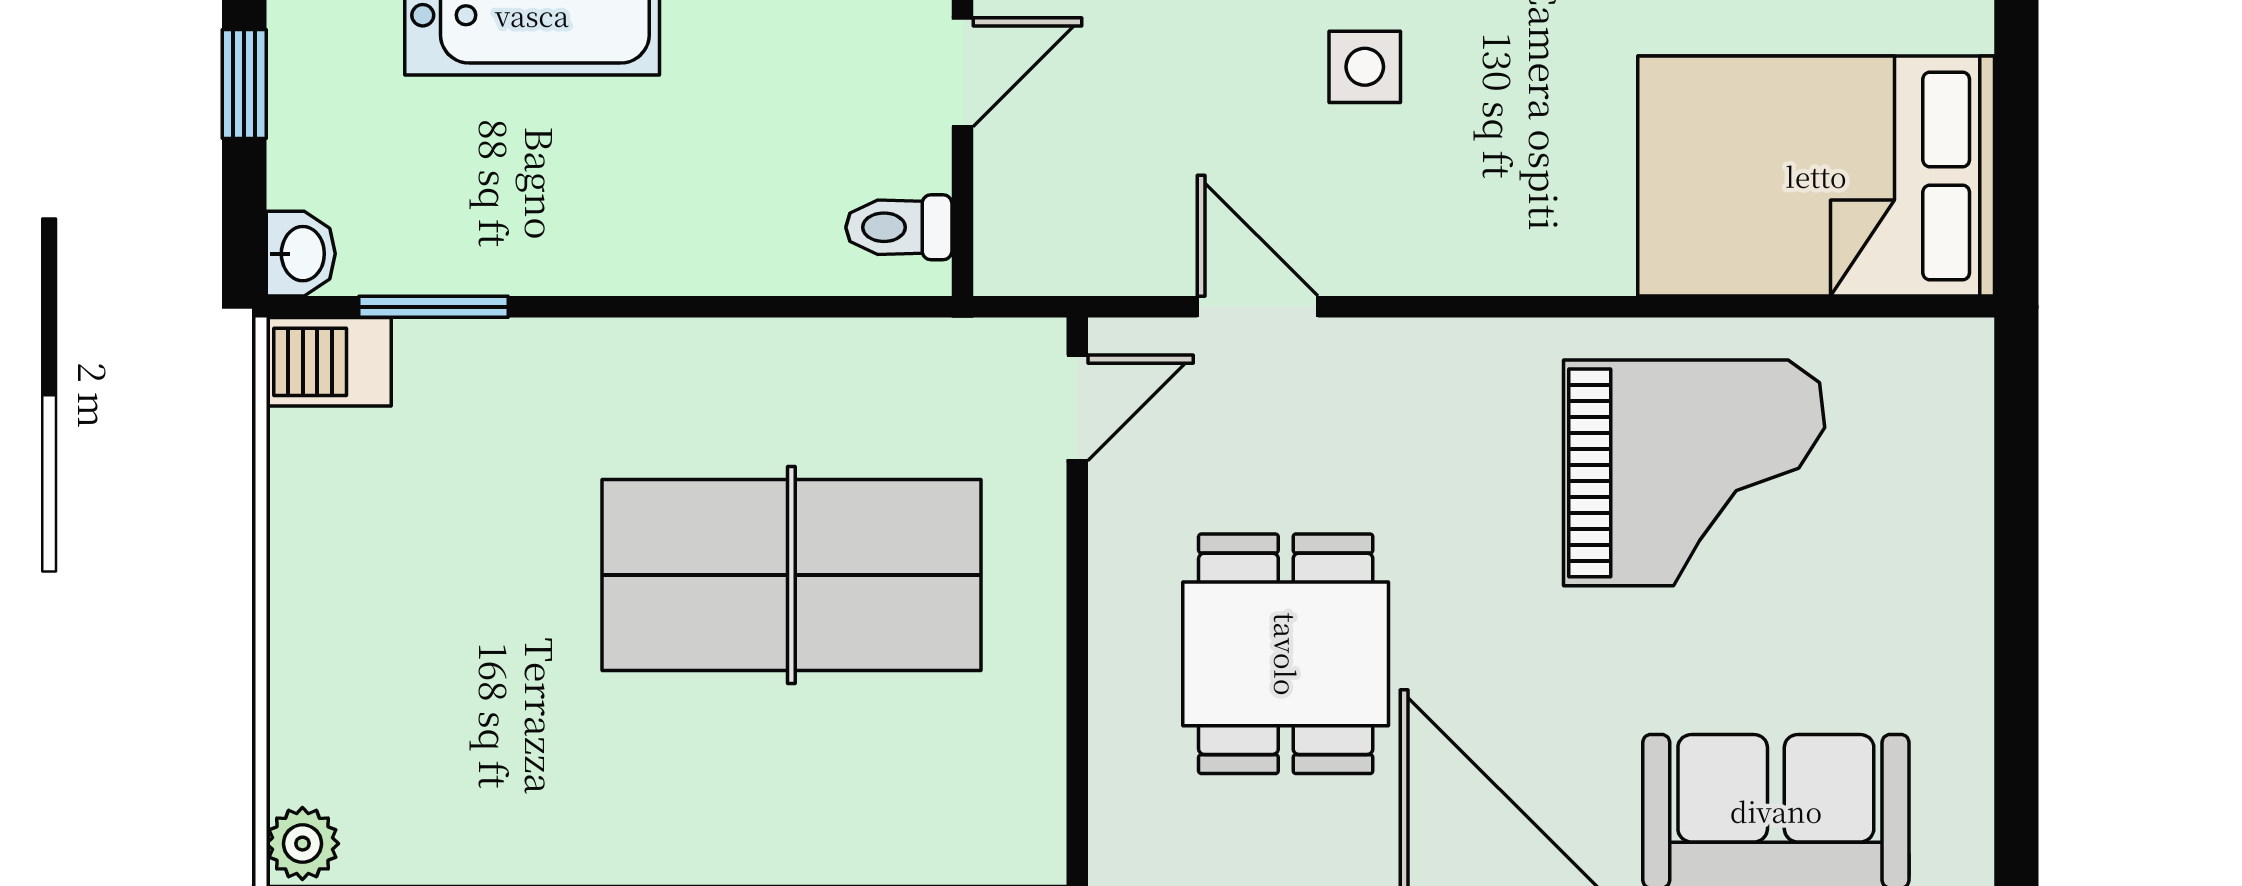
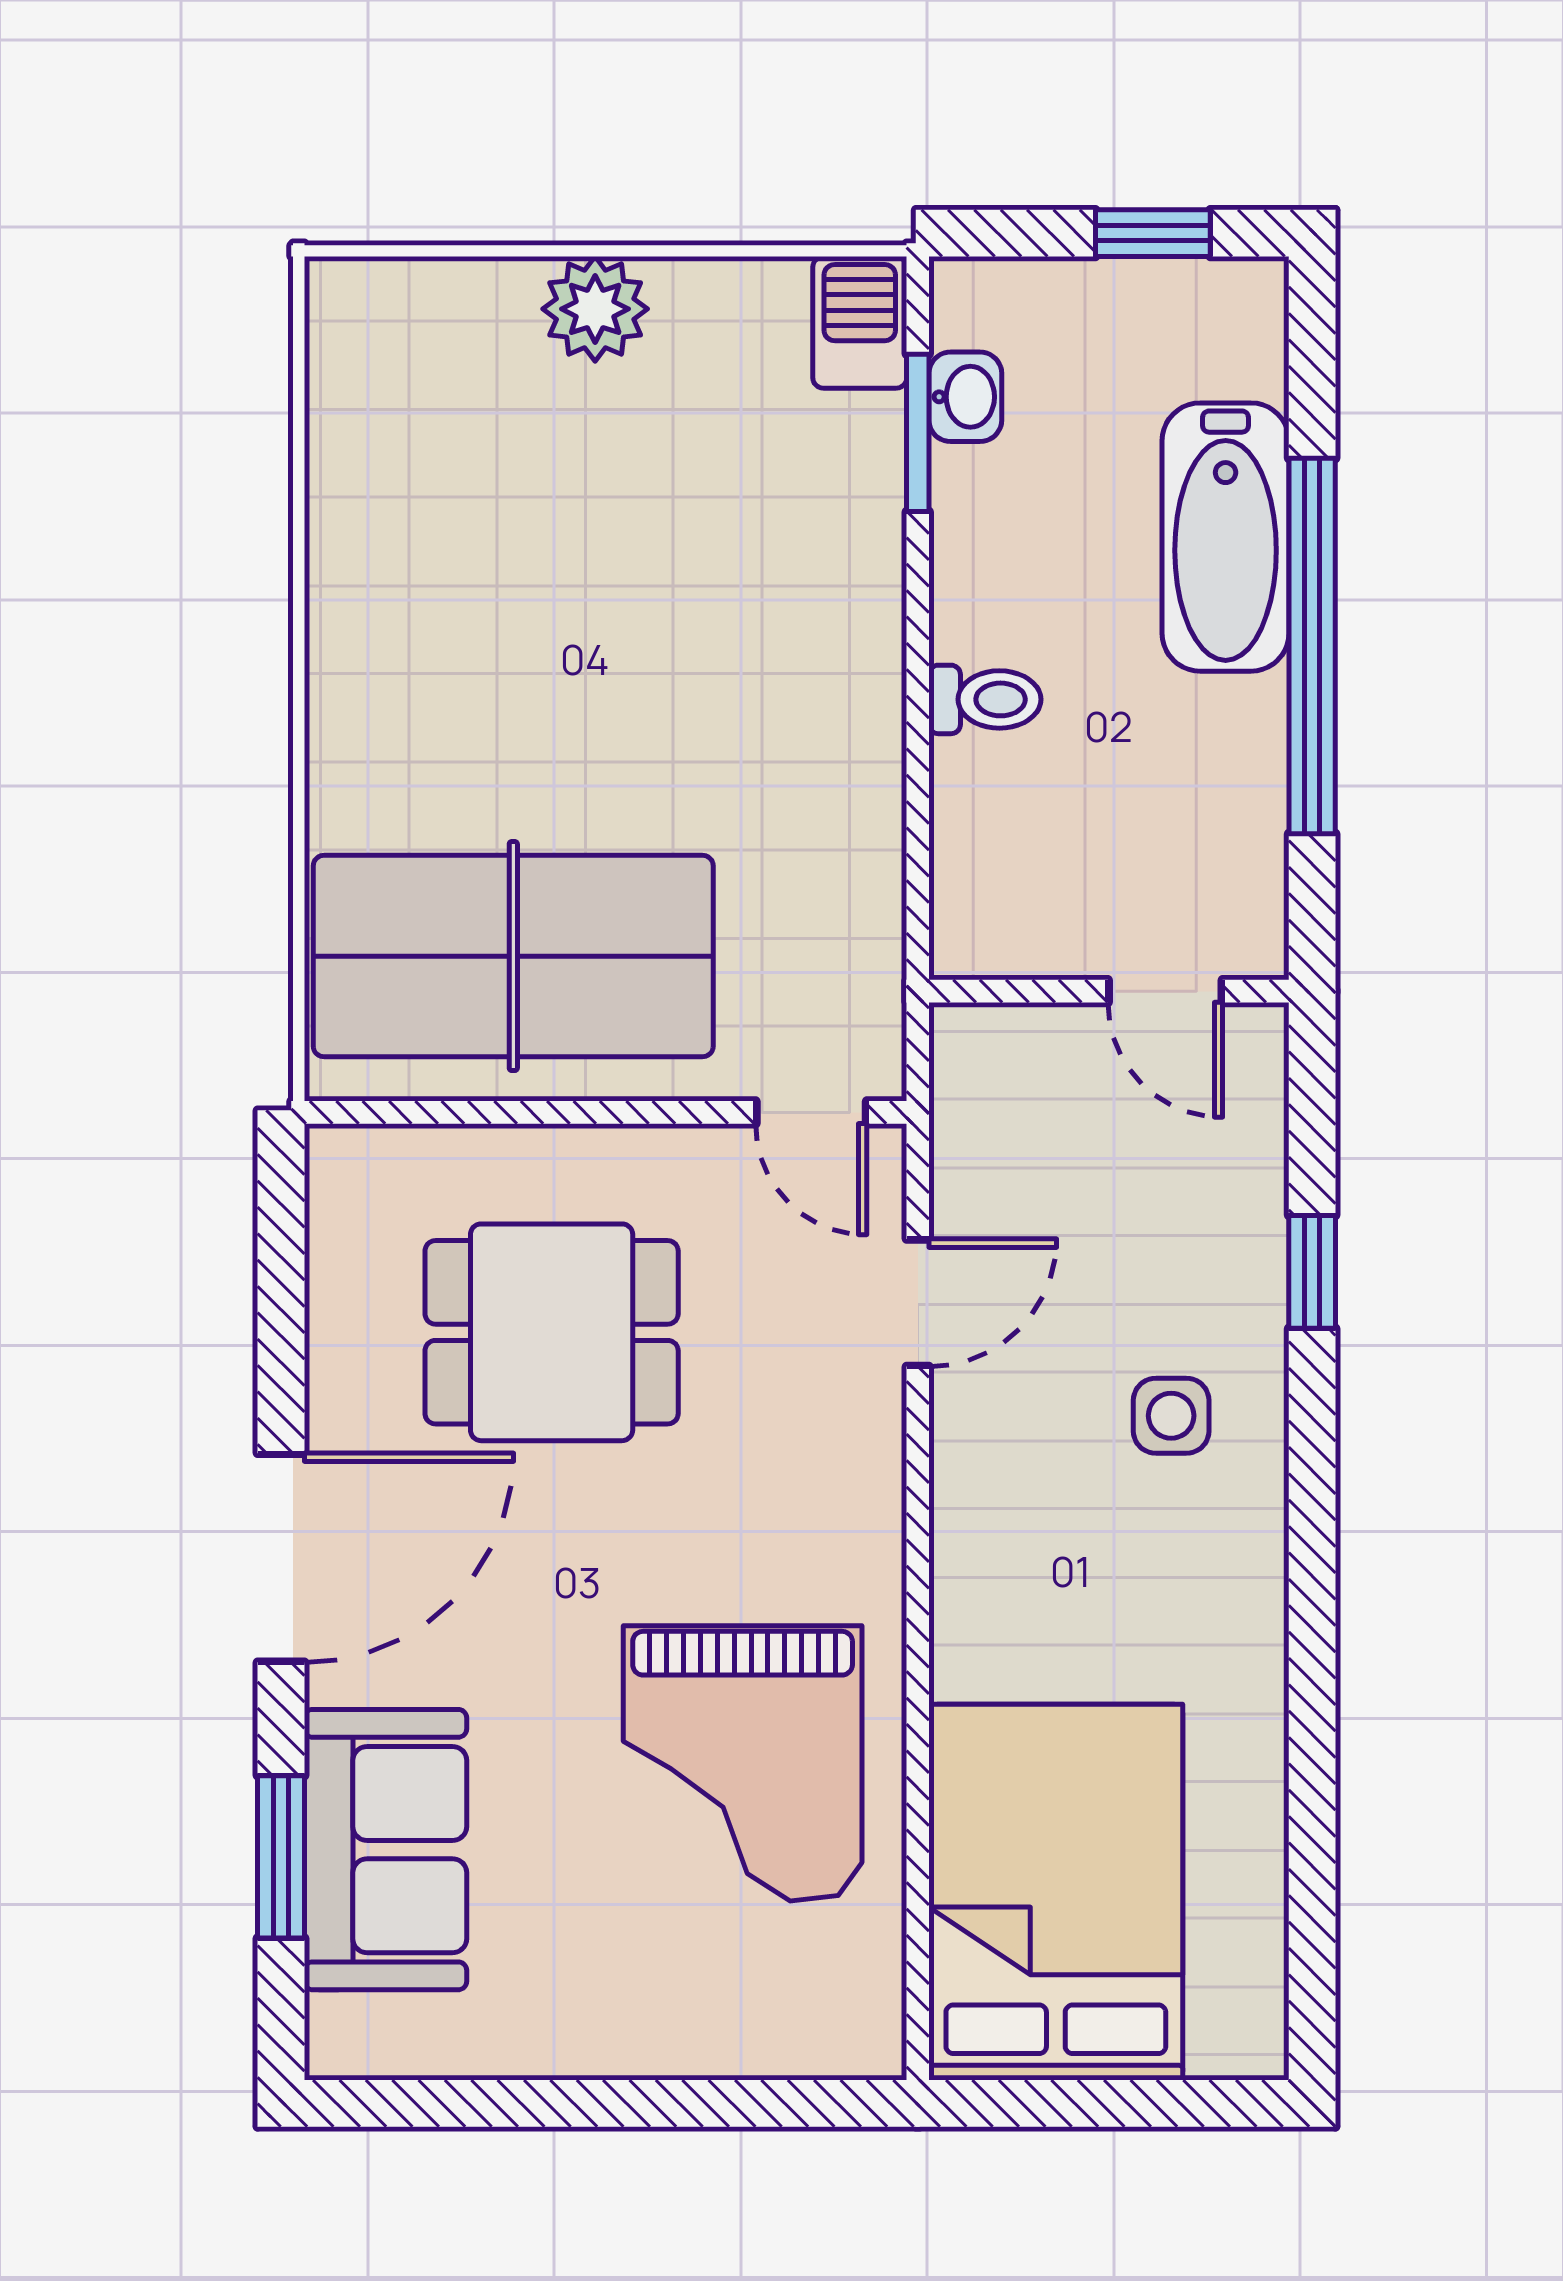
toilet: (899, 227) -> (985, 699), moved, turned 90
washbasin: (301, 254) -> (965, 397), moved, turned -90
table tennis table: (791, 575) -> (513, 956), moved, turned 90
plant: (302, 844) -> (595, 309), moved, width x1.38, depth x1.38

